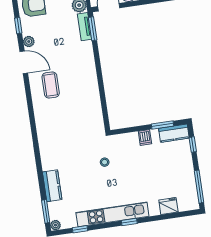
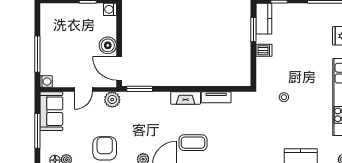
tv unit: (84, 27) -> (216, 97), moved
fireplace: (91, 72) -> (186, 98), added

